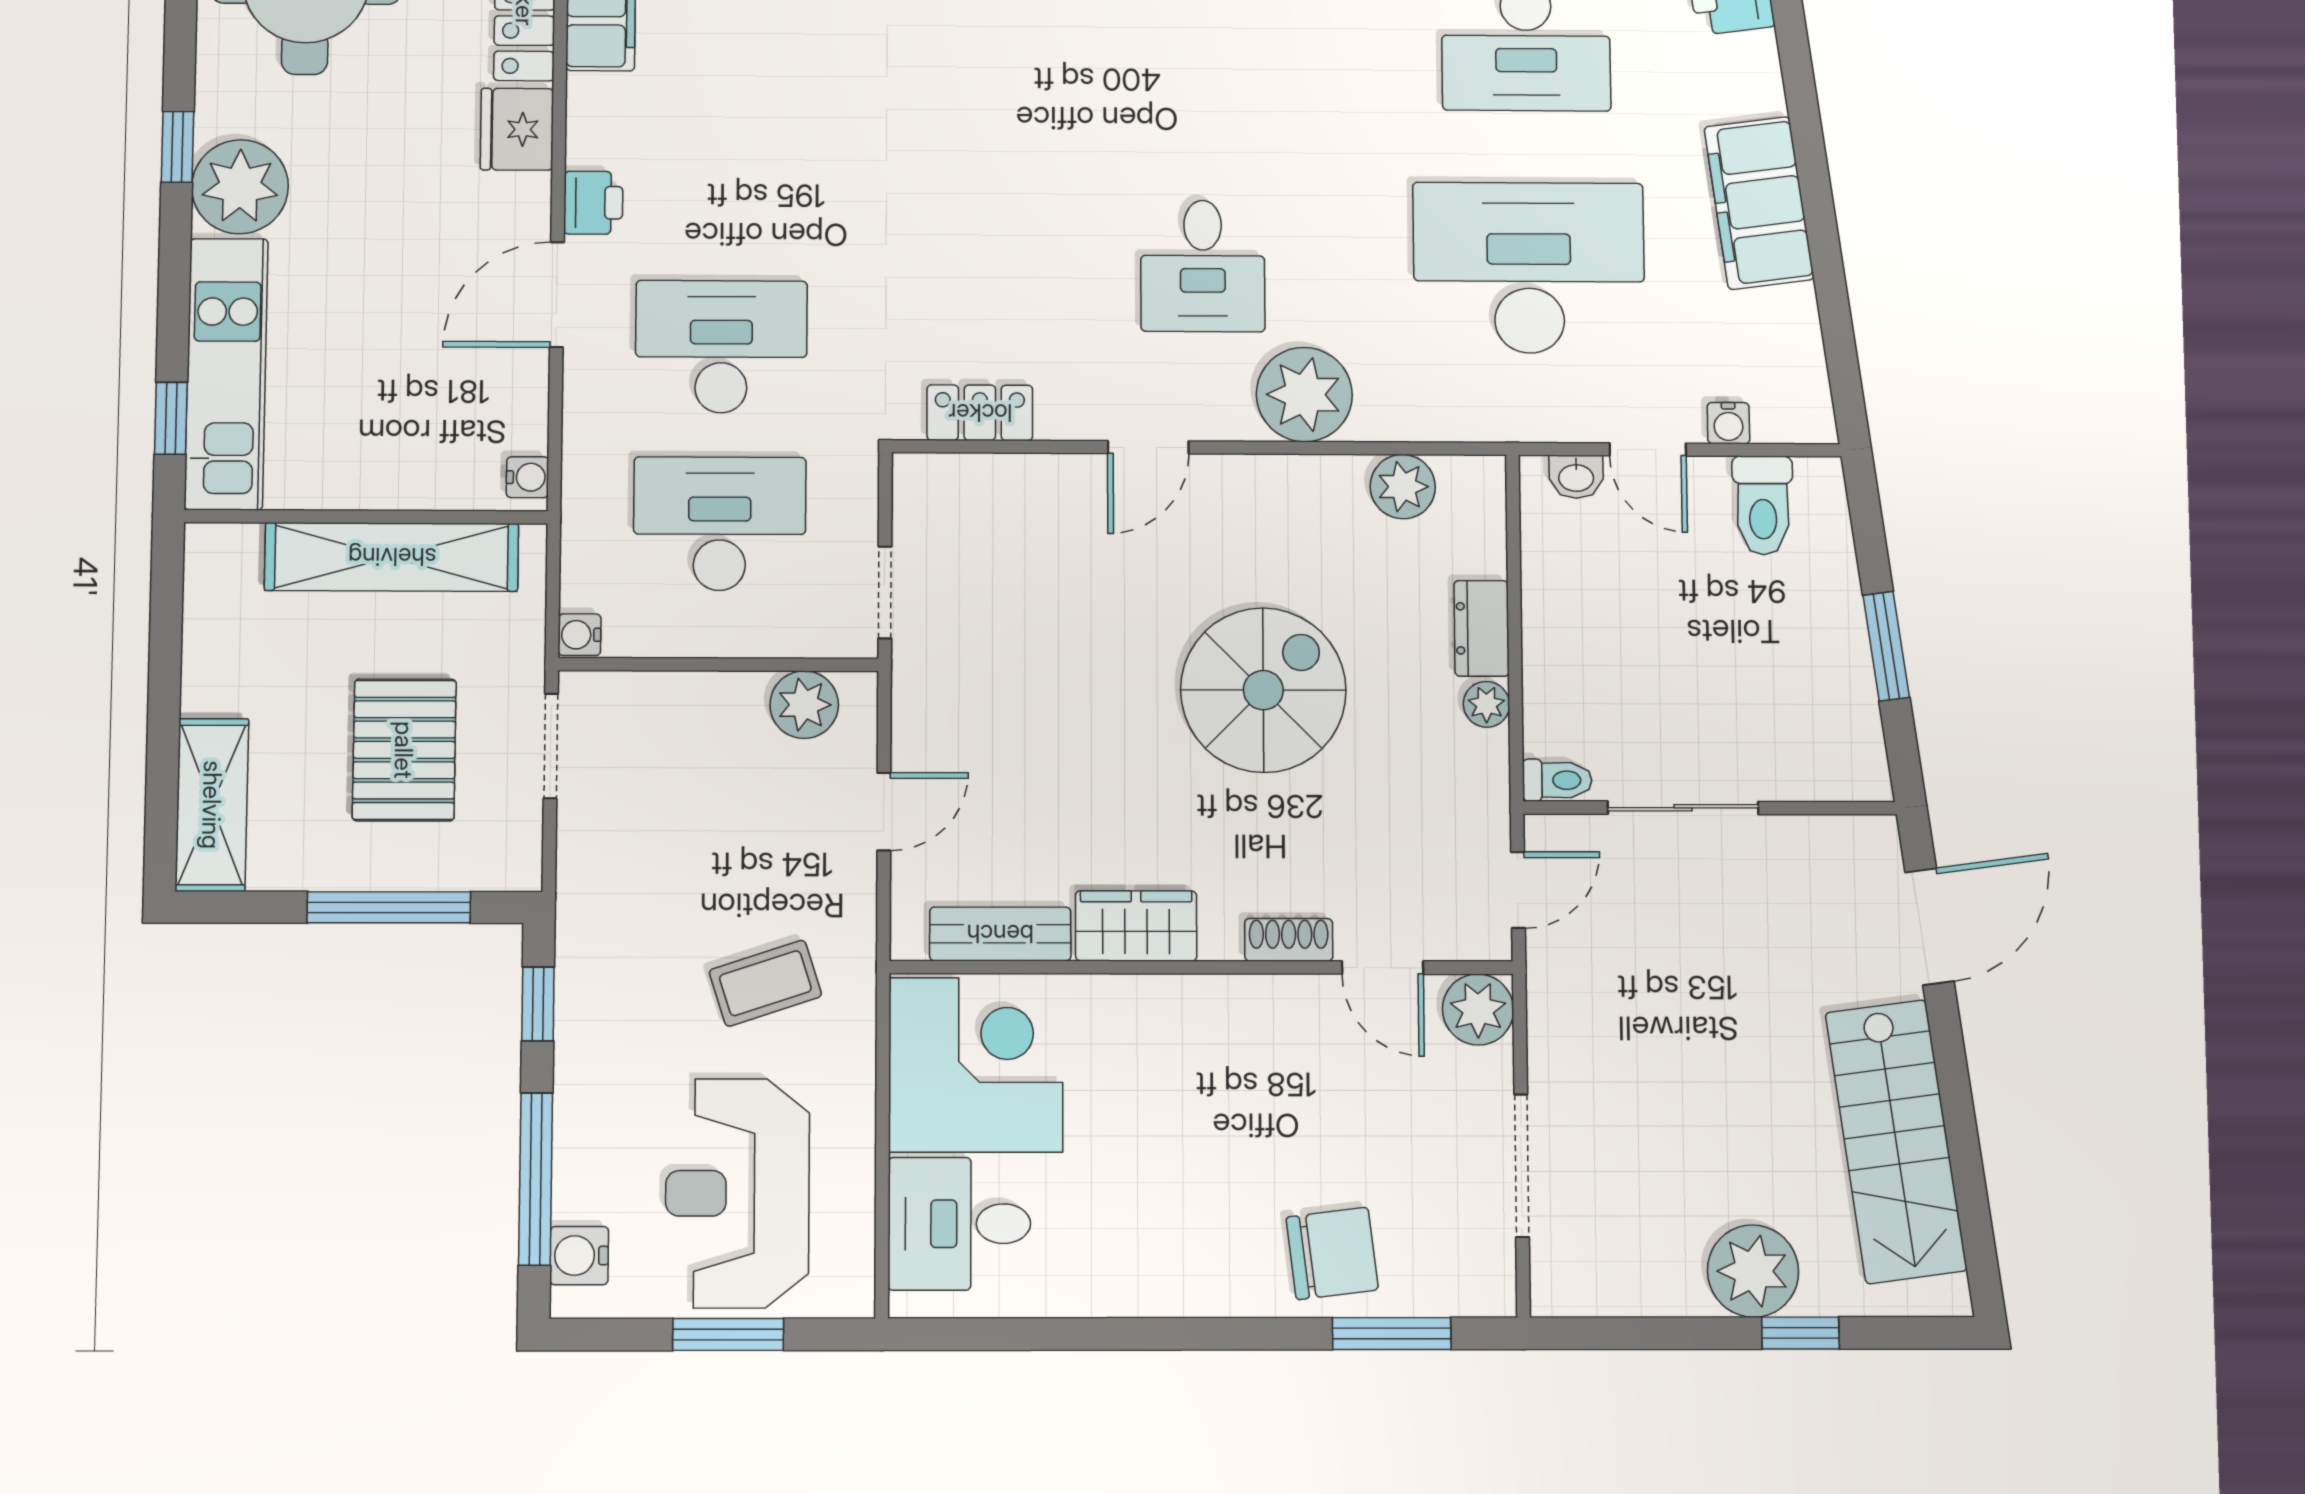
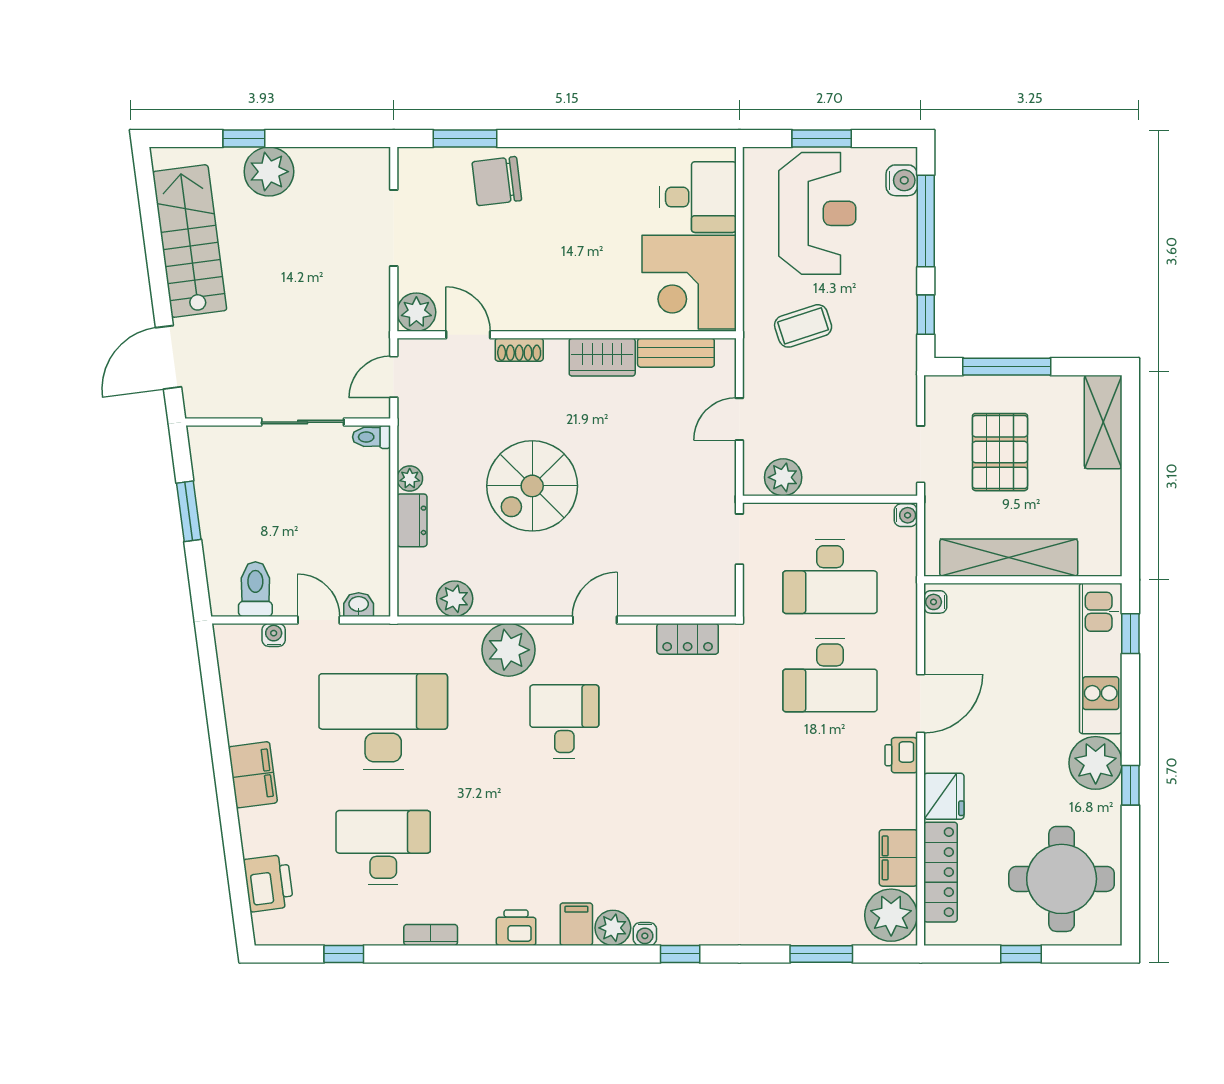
filing cabinet: (1759, 203) -> (253, 775), width x0.67, depth x0.86
desk: (1529, 268) -> (383, 722), turned 180

